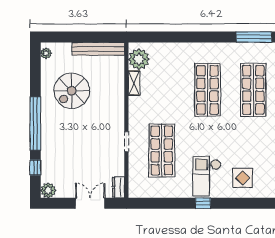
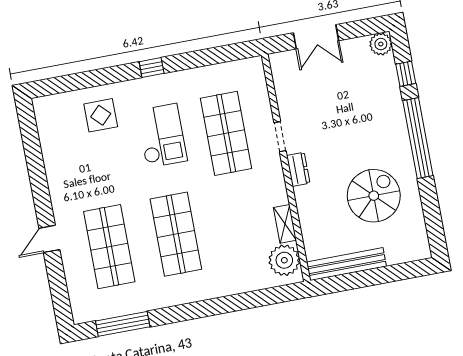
plant: (46, 53) -> (421, 243), removed
checkout: (207, 176) -> (162, 136), moved
dresser: (118, 187) -> (298, 169), moved

